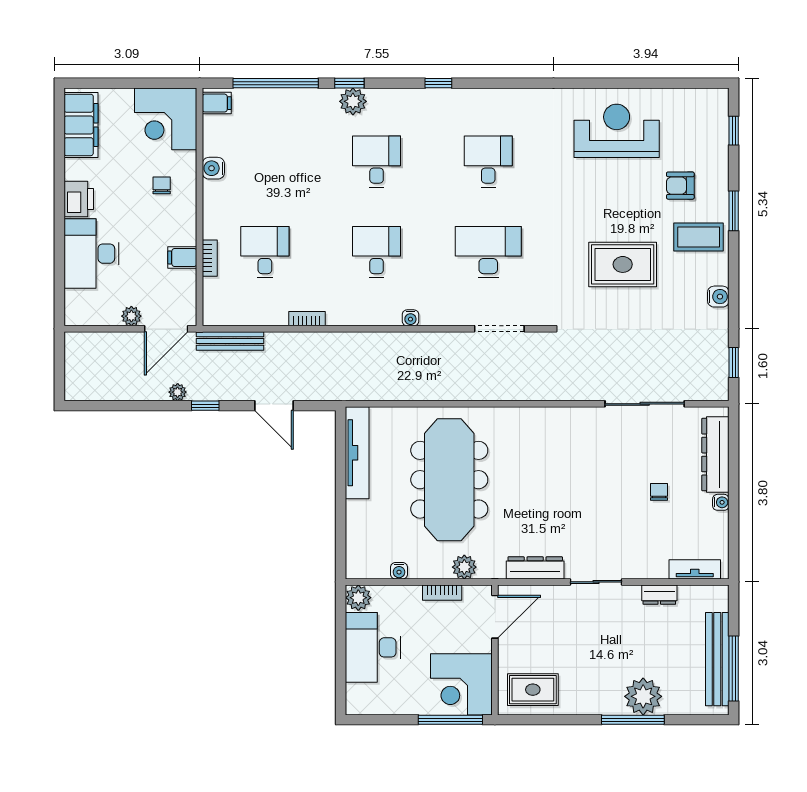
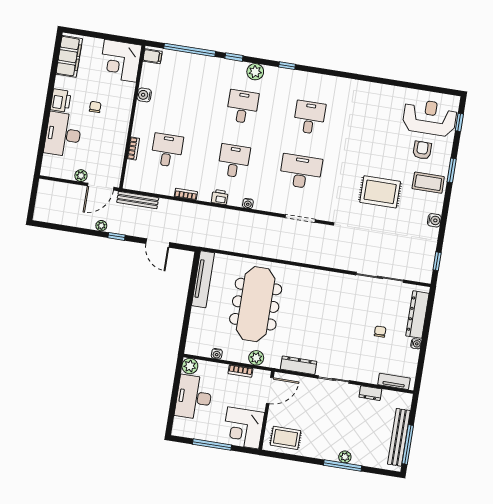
plant: (353, 101) -> (255, 72), moved
reception desk: (617, 131) -> (430, 118), moved
chair: (162, 185) -> (95, 107), moved
armchair: (680, 186) -> (422, 150), turned 90
filing cabinet: (182, 257) -> (117, 145), removed
printer: (363, 315) -> (220, 197), added
plant: (643, 696) -> (345, 457), width x0.53, depth x0.53
window: (450, 720) -> (212, 445), moved

